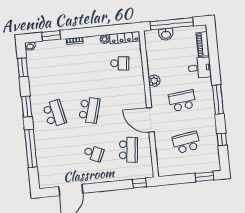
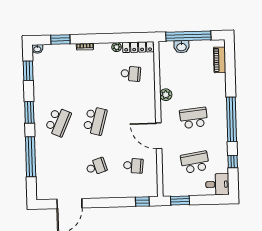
desk: (200, 68) -> (217, 184), moved
window: (218, 100) -> (232, 119), width x1.46
school desk: (54, 113) -> (58, 122), turned 36
school desk: (128, 150) -> (133, 166), width x0.54
school desk: (94, 153) -> (96, 167), turned -42
window: (204, 177) -> (180, 200), moved

